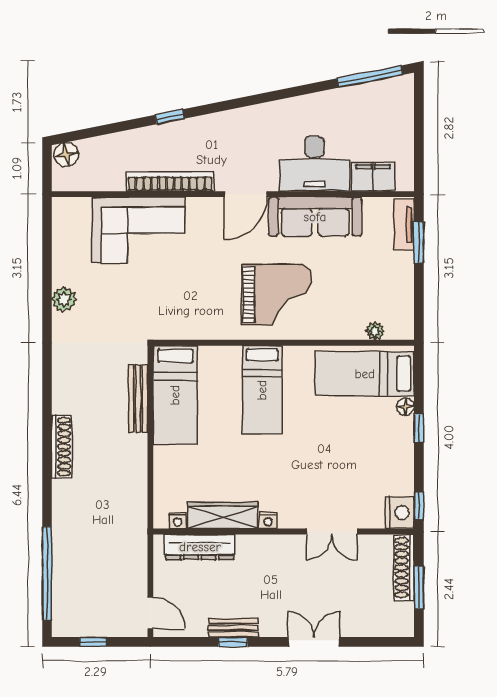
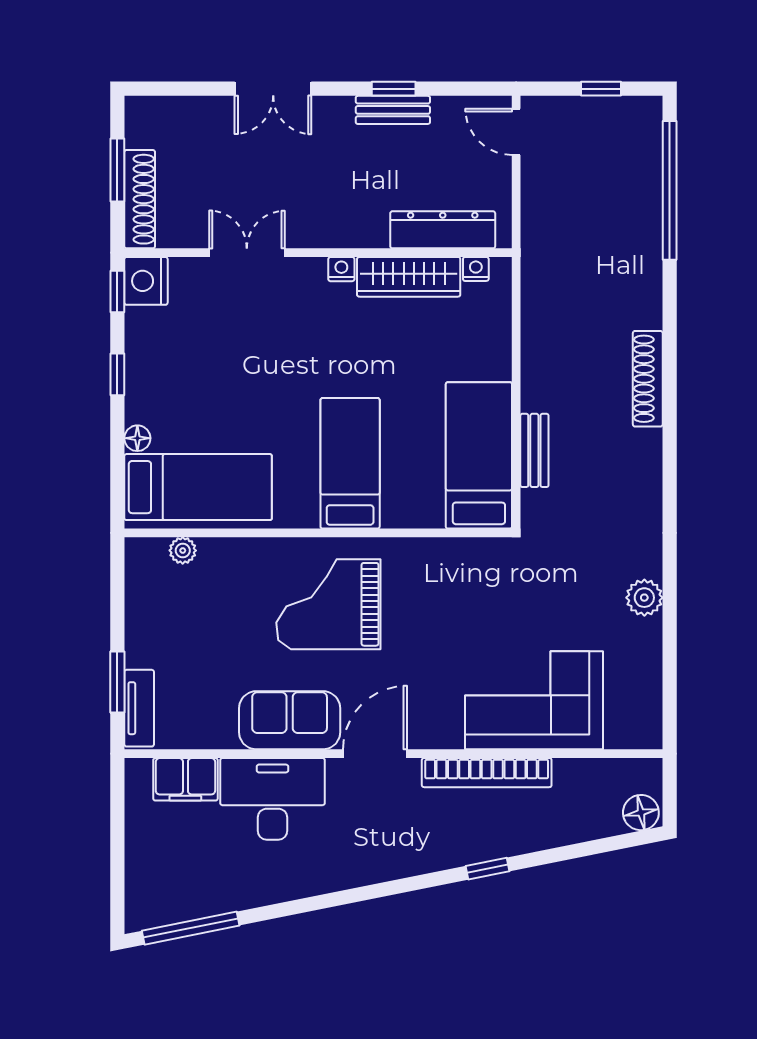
sofa: (315, 217) -> (290, 720), width x0.73
bench: (138, 398) -> (534, 450), width x0.73
window: (419, 428) -> (117, 374), moved

